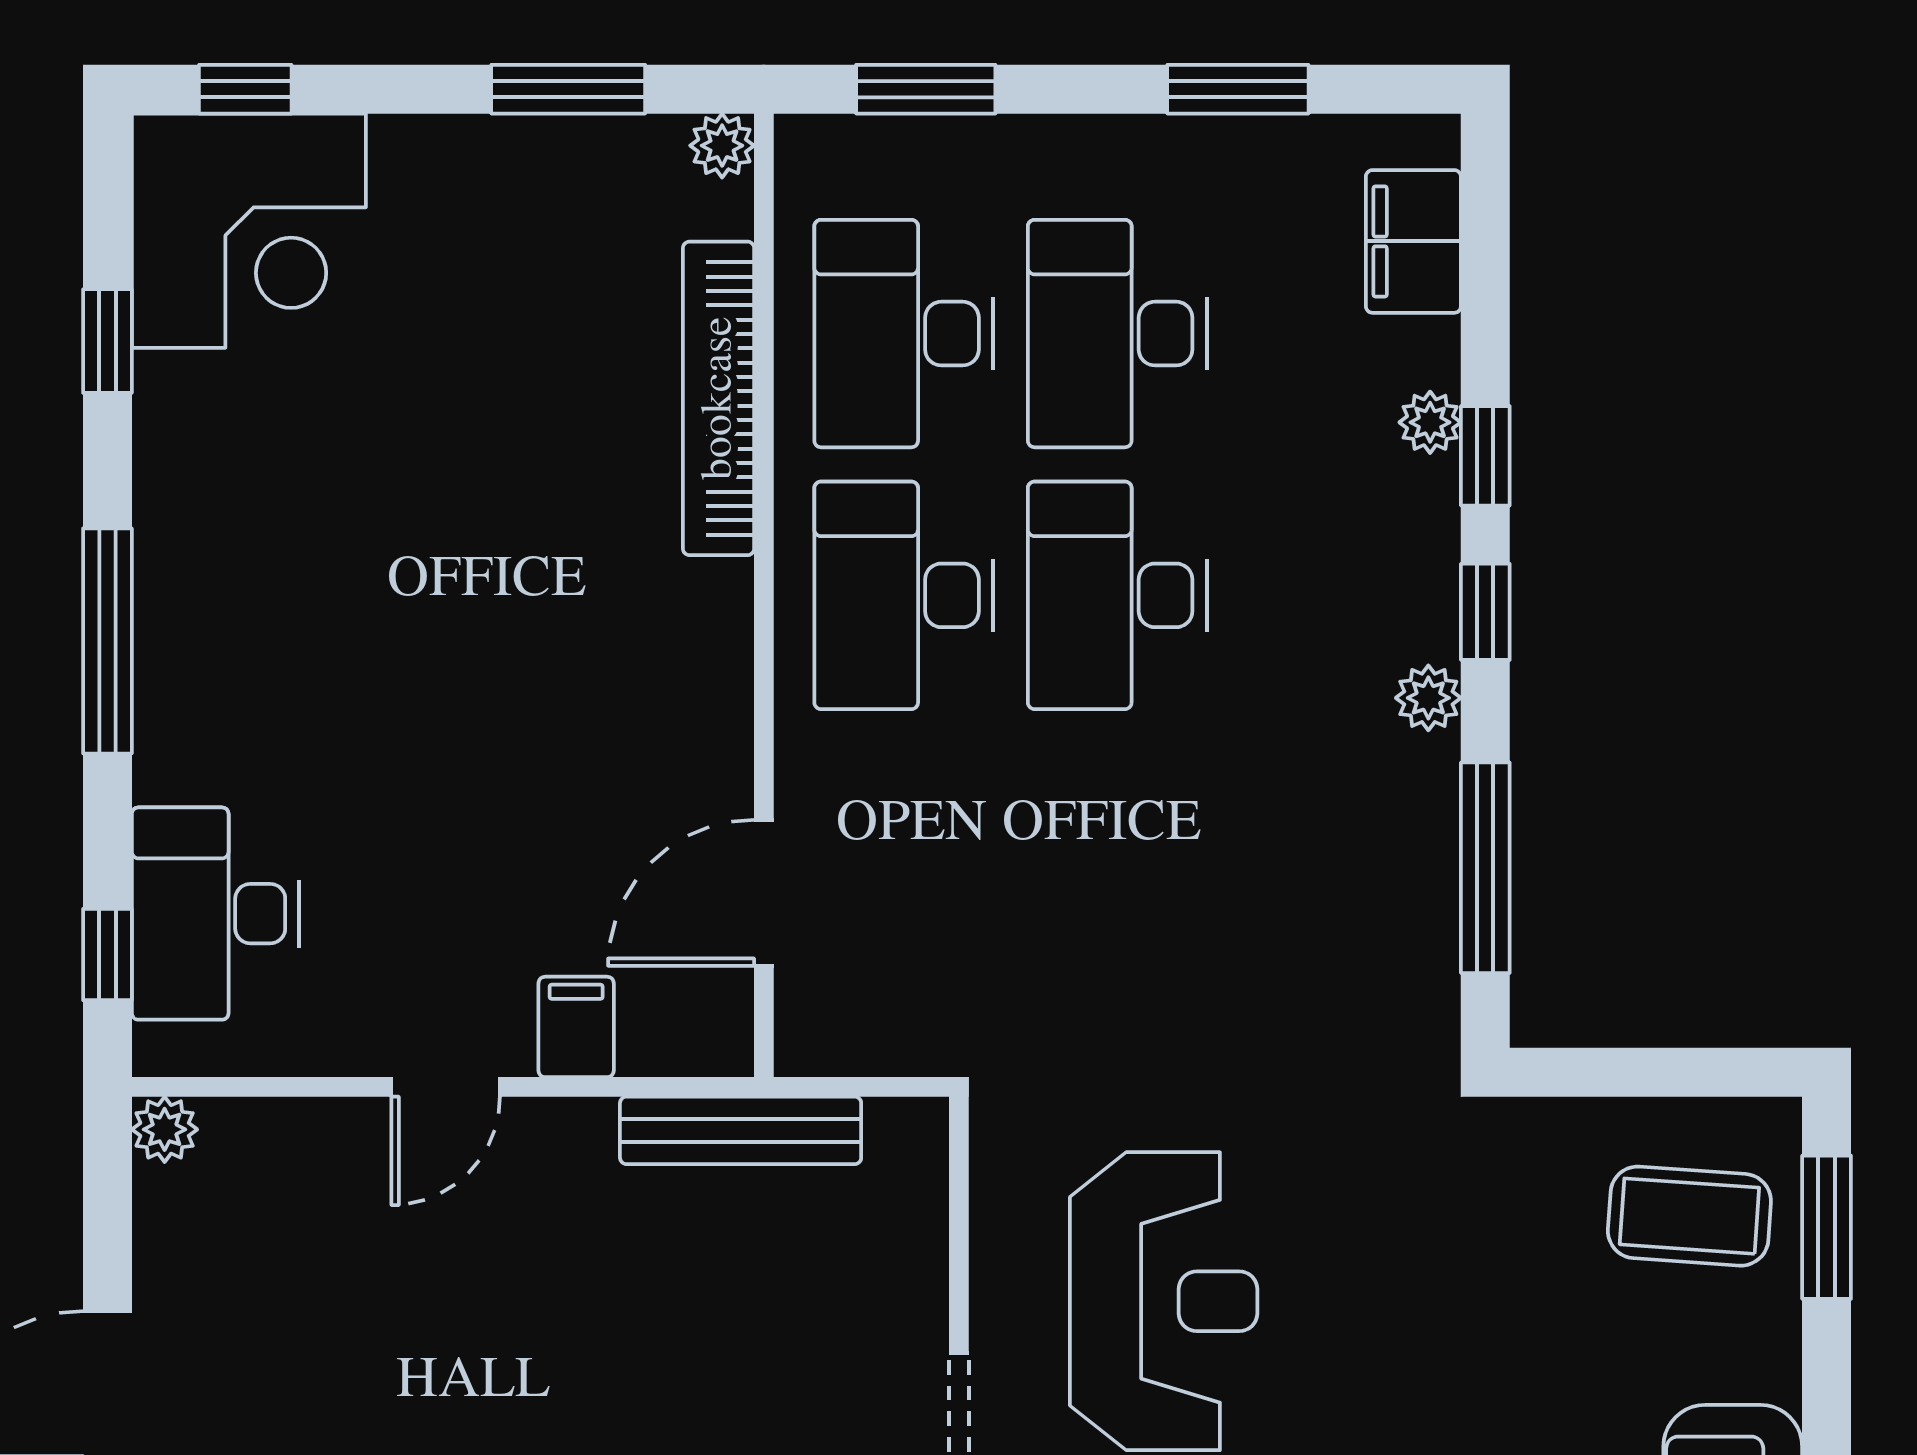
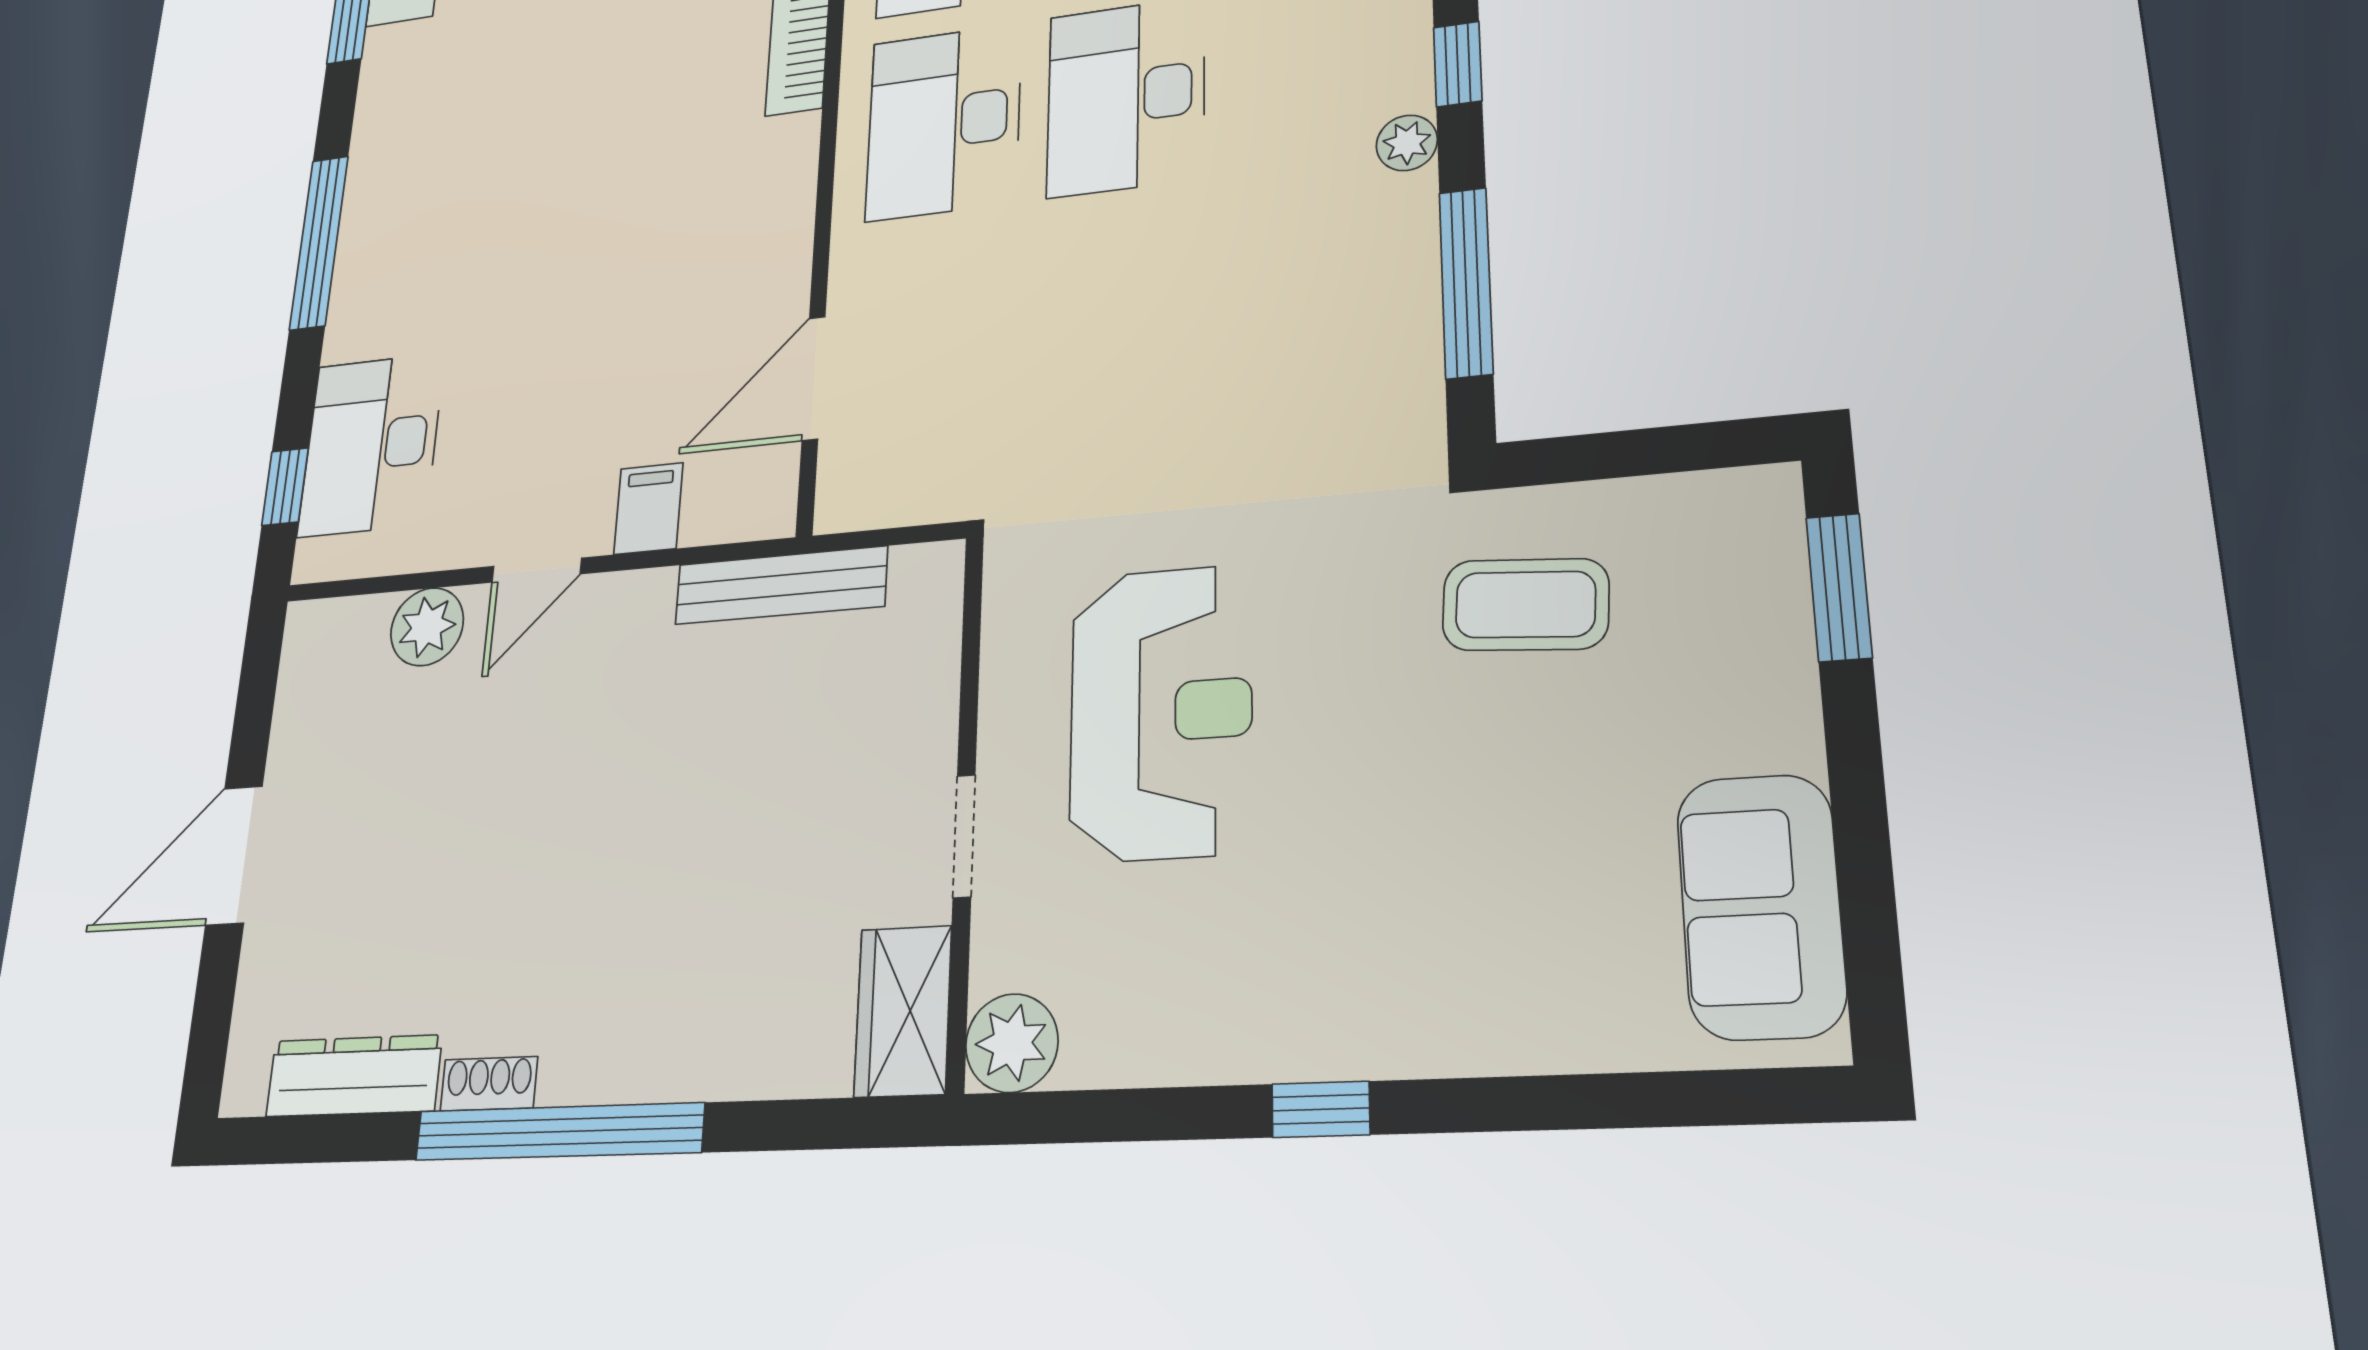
plant: (165, 1129) -> (427, 627), moved, width x1.38, depth x1.38
coffee table: (1689, 1216) -> (1525, 605), moved

